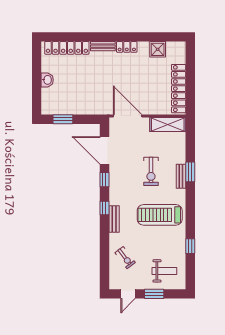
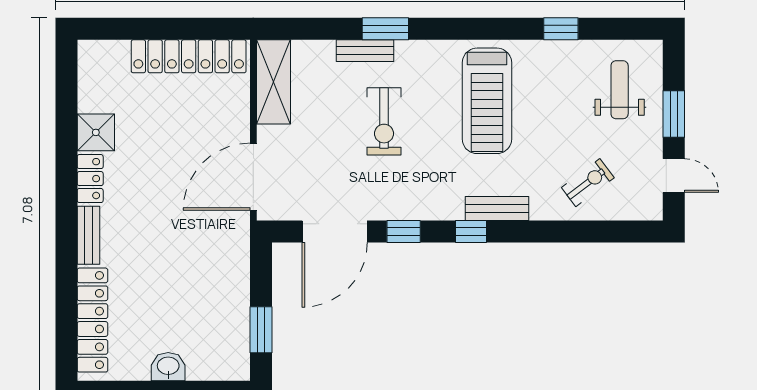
shower: (158, 49) -> (96, 132), moved
exercise bike: (151, 171) -> (384, 121), turned 90
bench: (181, 176) -> (365, 51), moved

